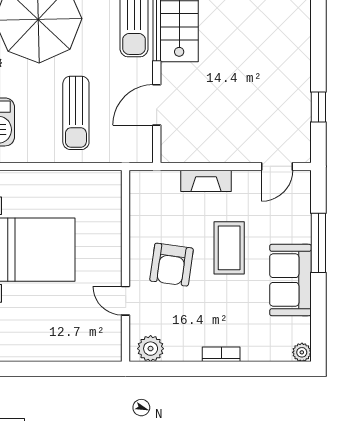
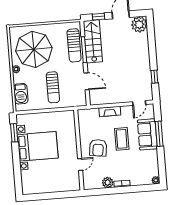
door: (157, 105) -> (86, 81), swing flipped
sofa: (290, 280) -> (147, 134), moved
door: (126, 301) -> (80, 165), swing flipped
plant: (151, 349) -> (108, 183), moved

